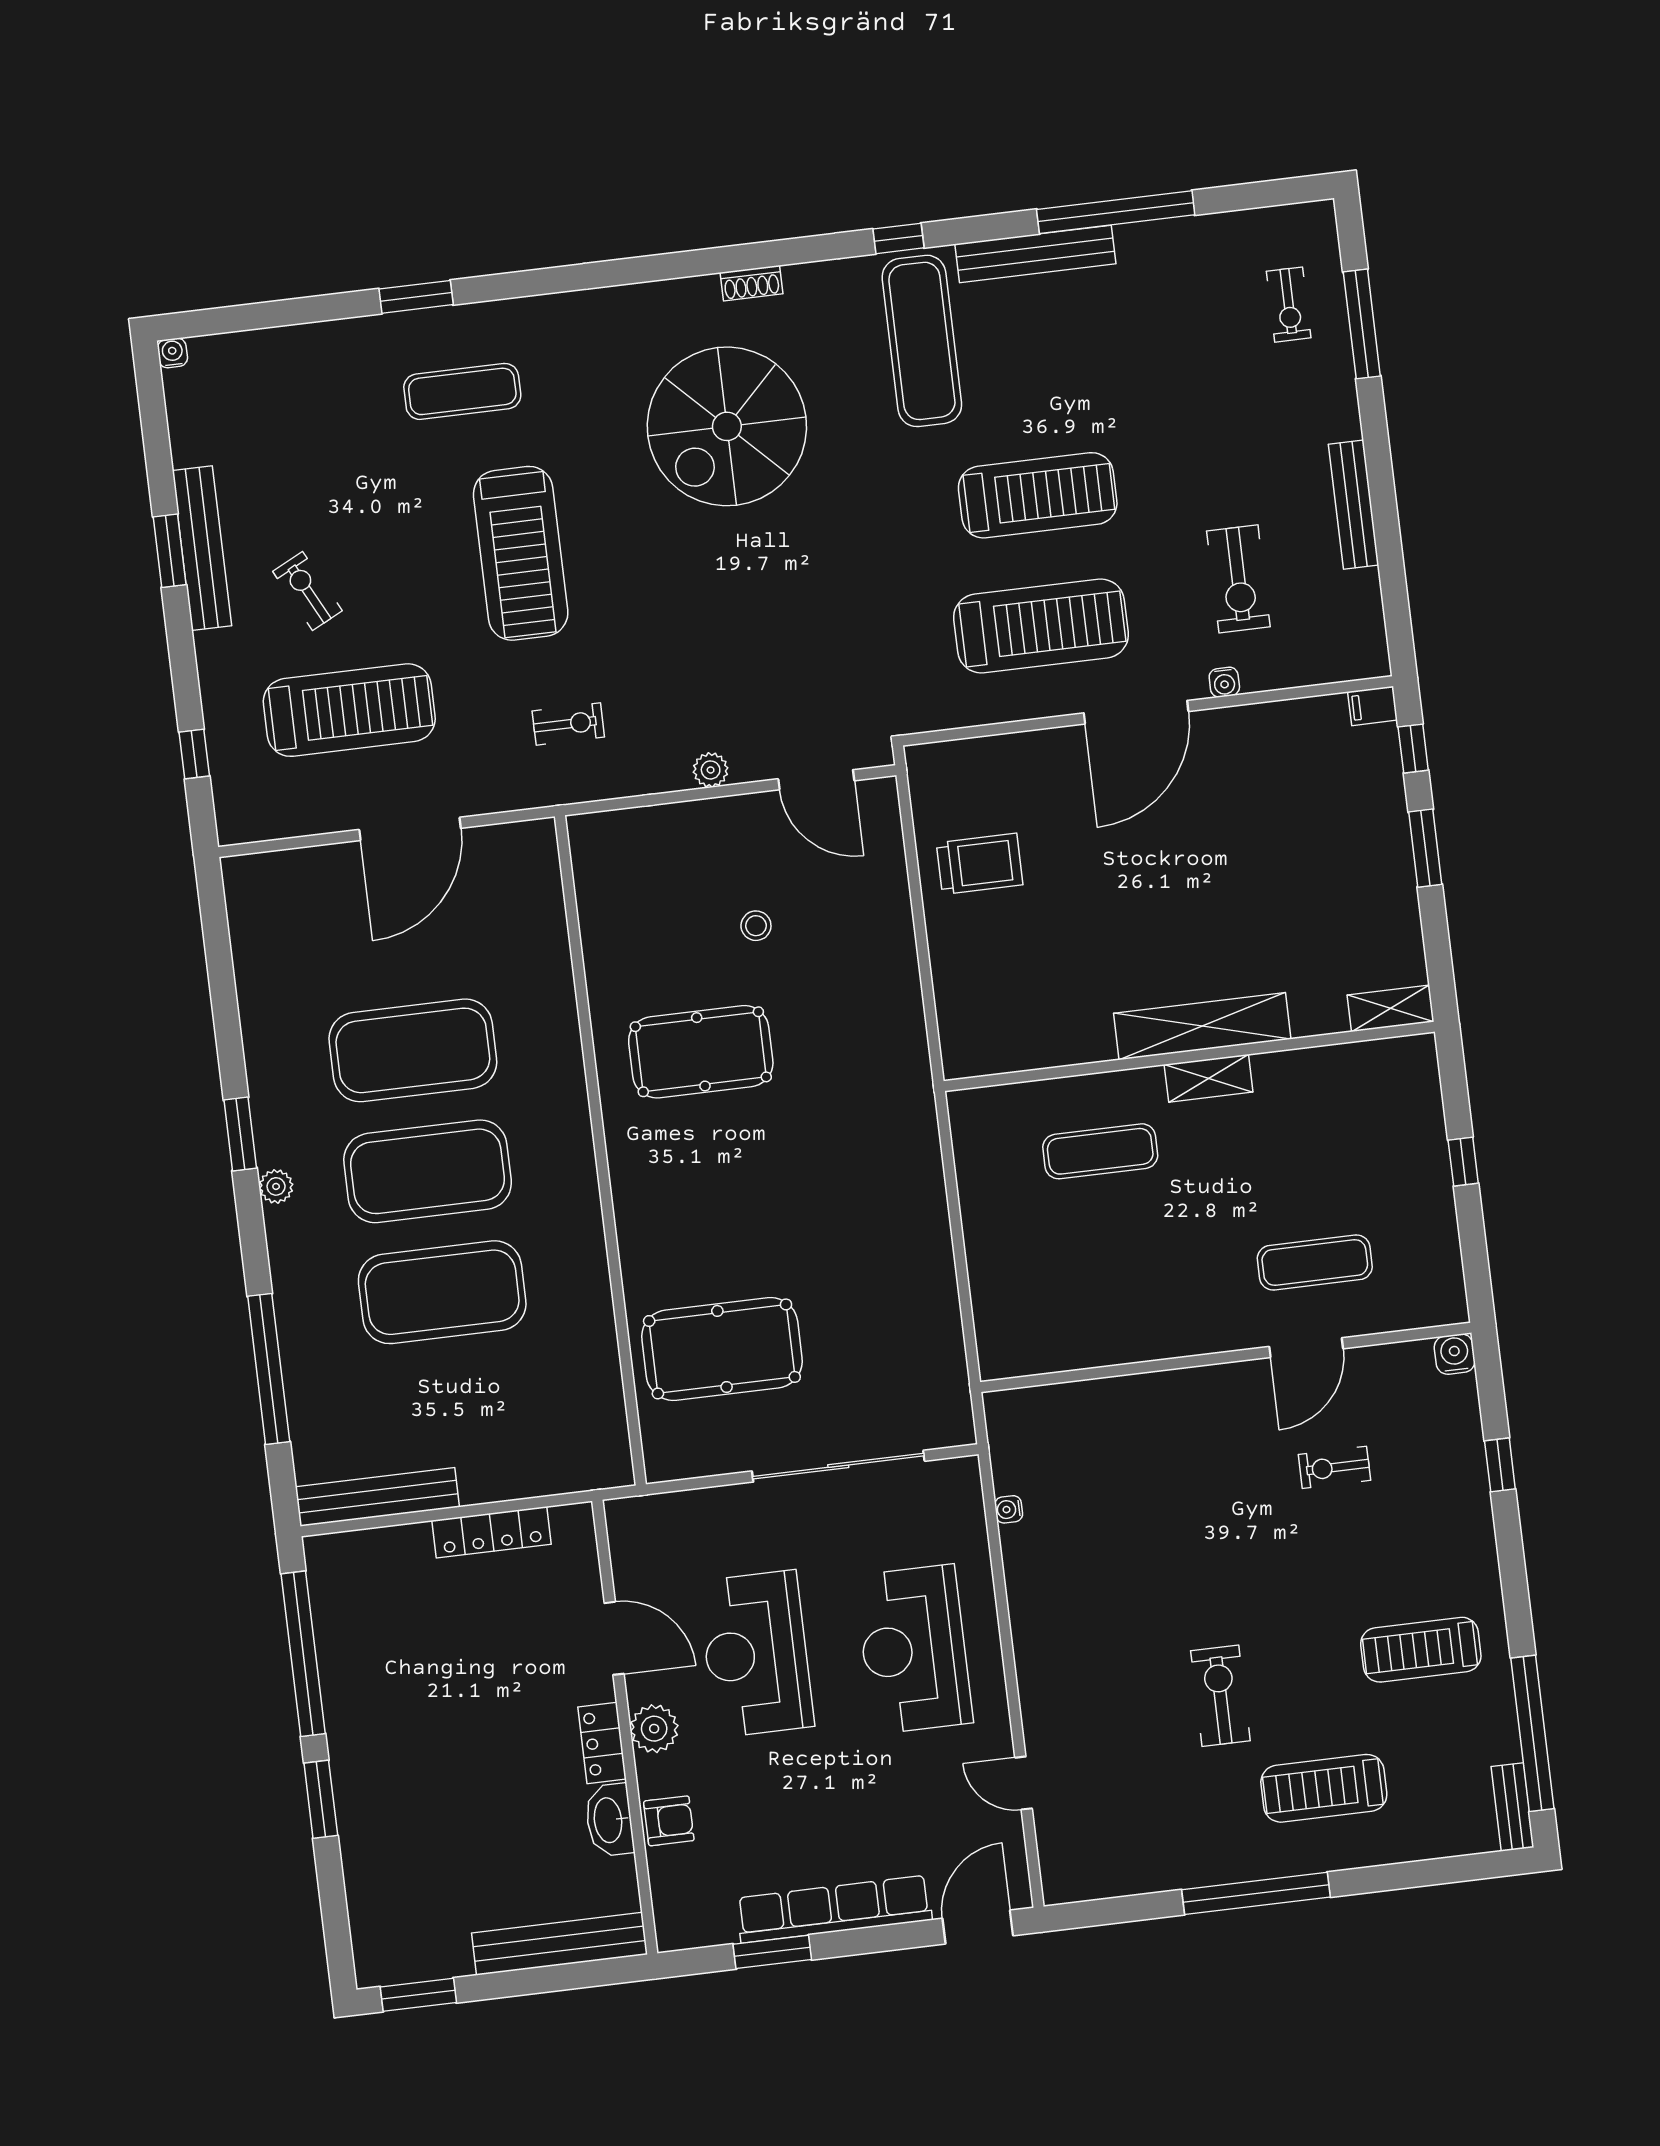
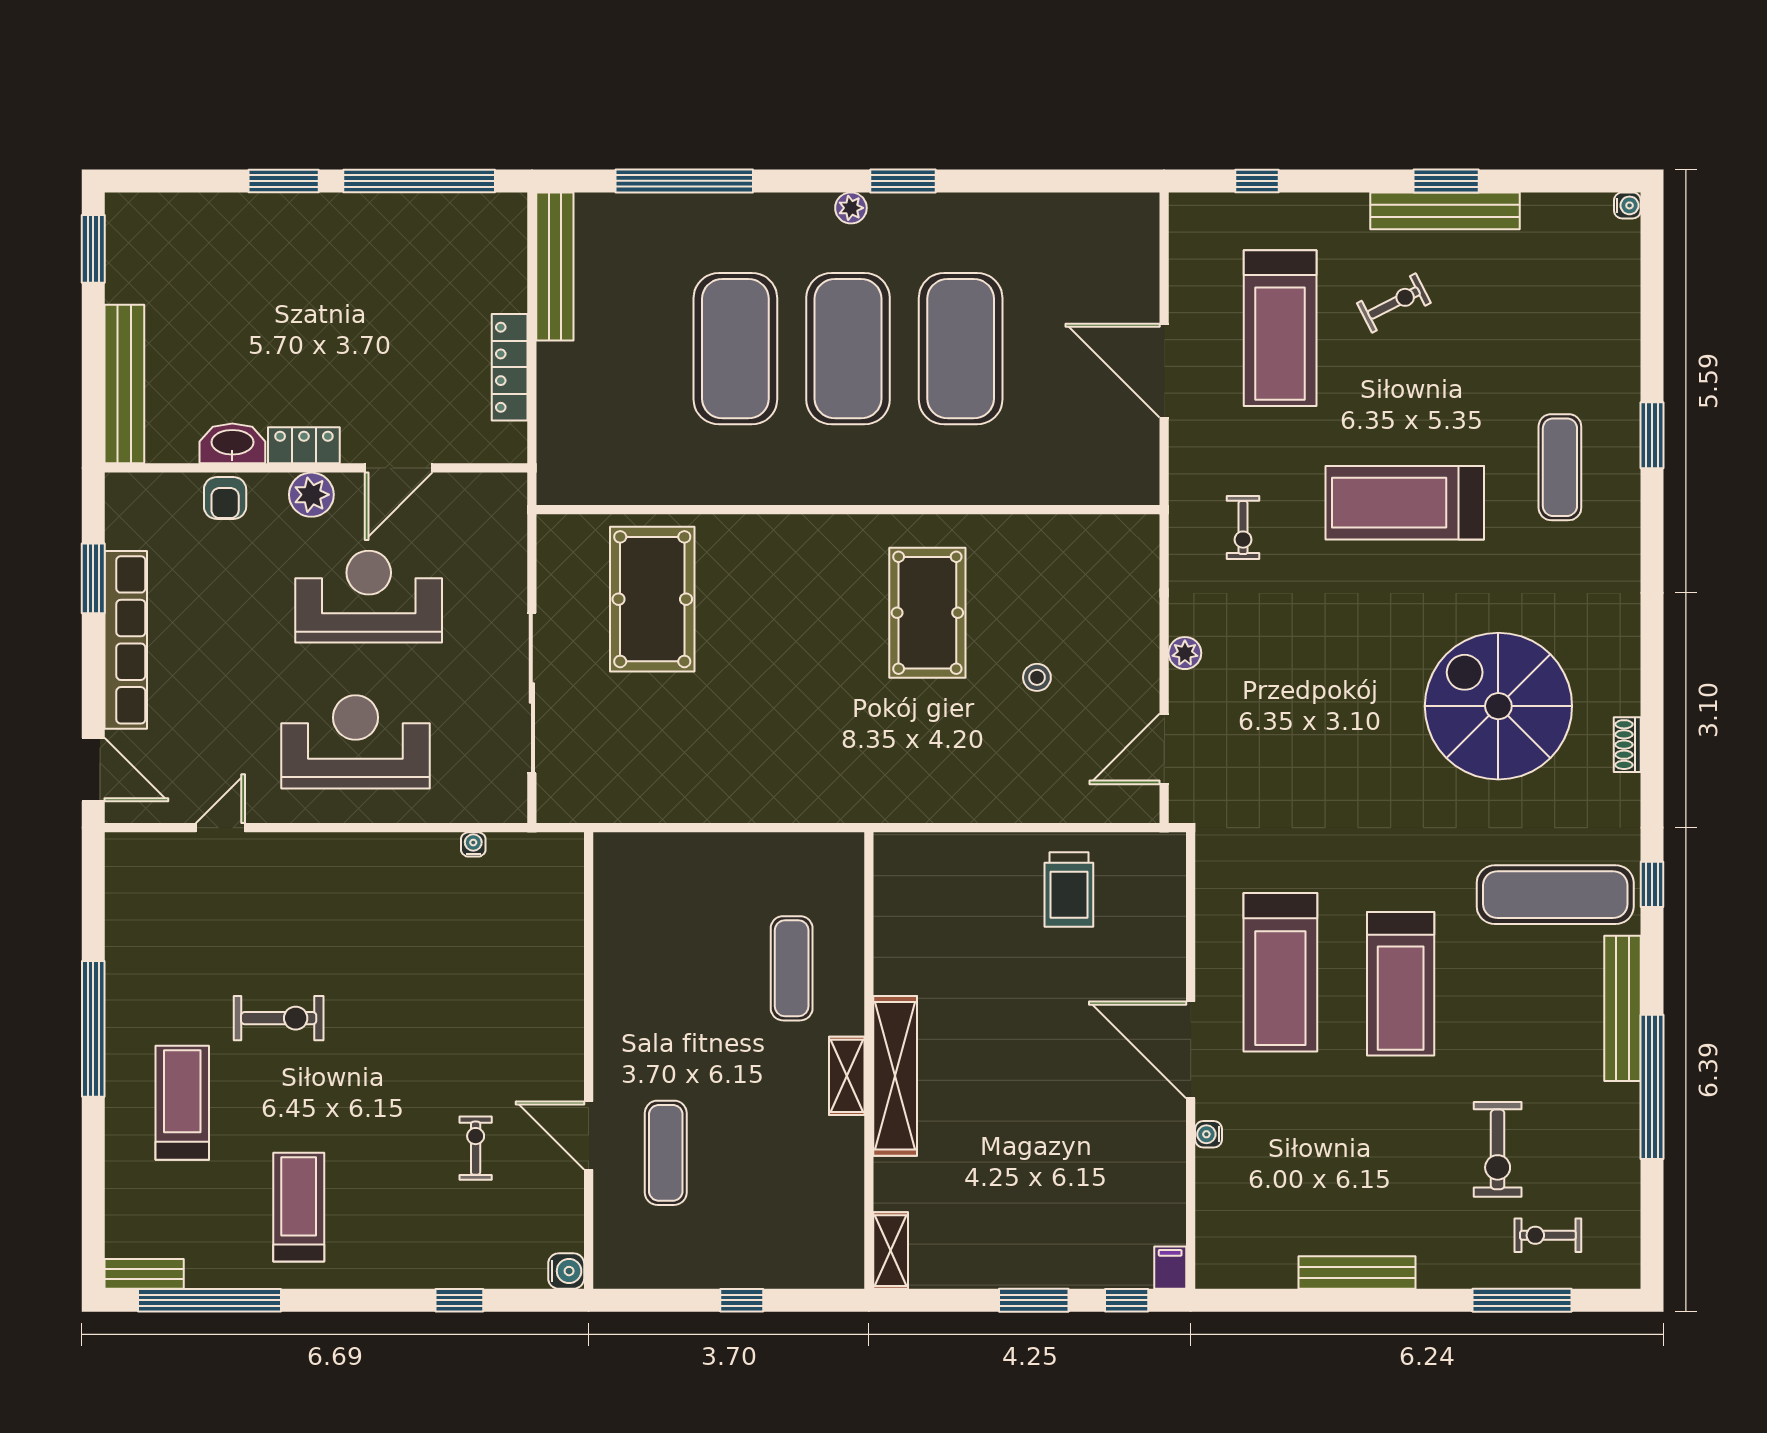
exercise bike: (1238, 579) -> (1498, 1149), moved, turned -90

